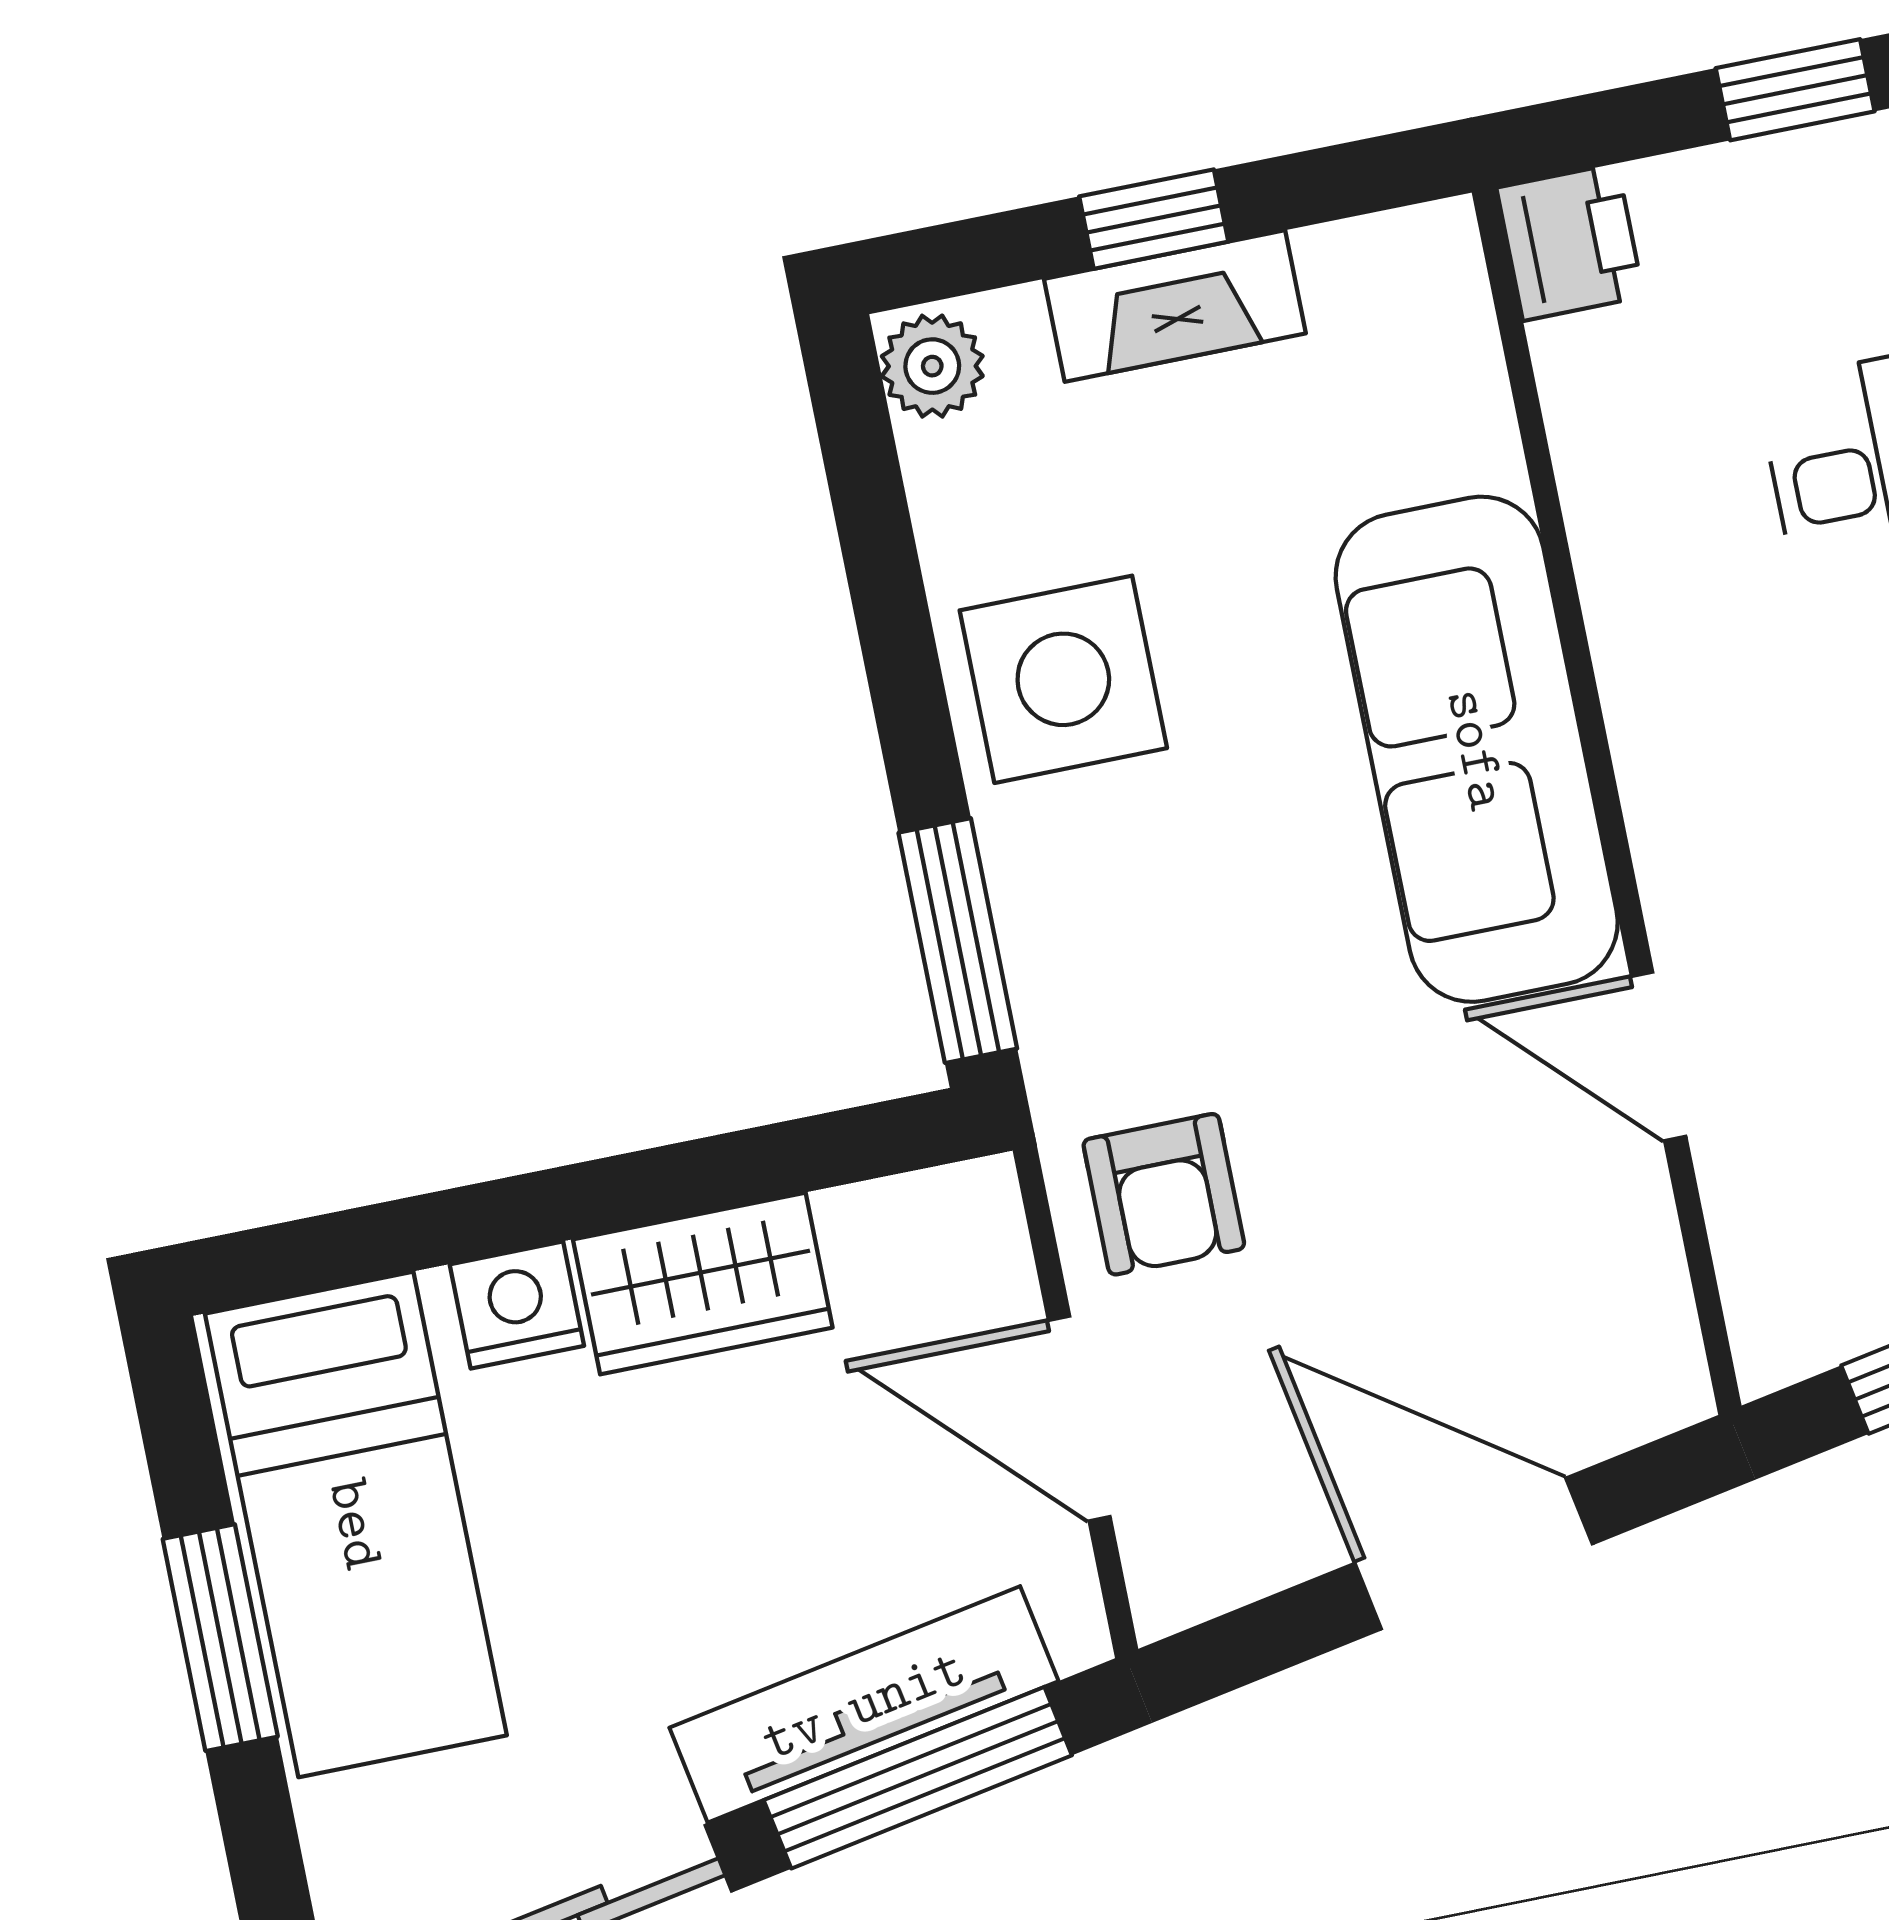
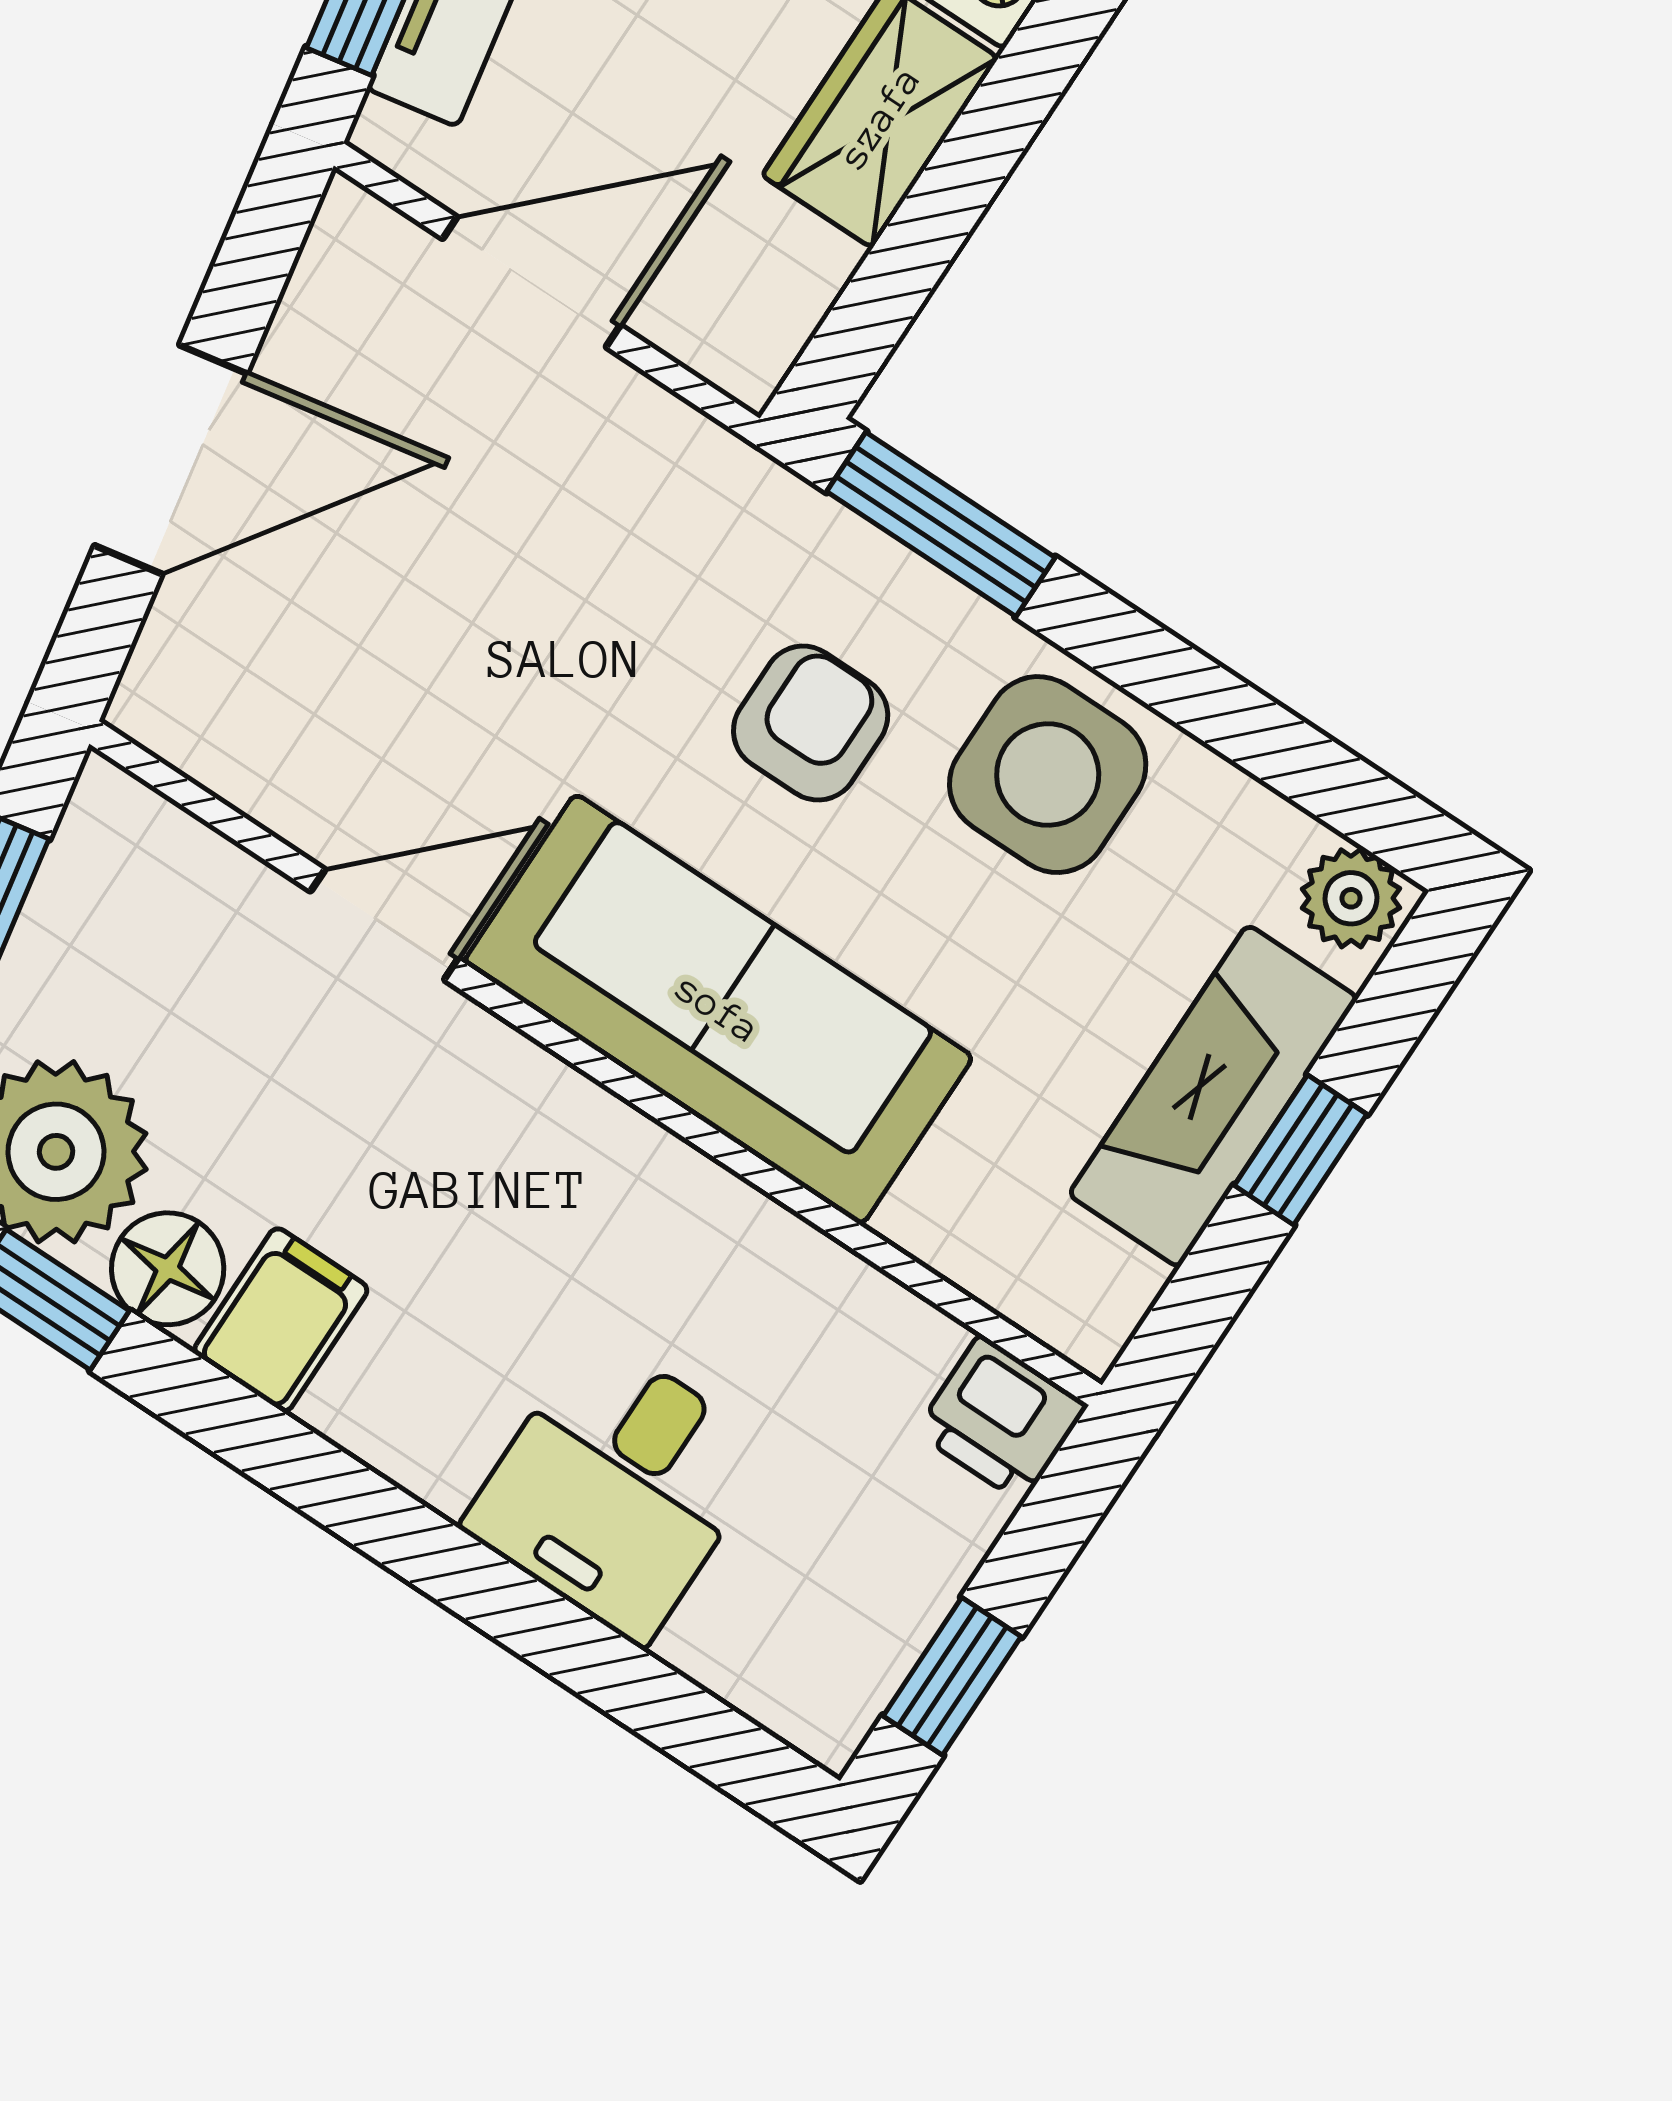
fireplace: (1175, 306) -> (1213, 1096), width x1.37, depth x1.32
armchair: (1164, 1194) -> (811, 723), moved, turned 90

